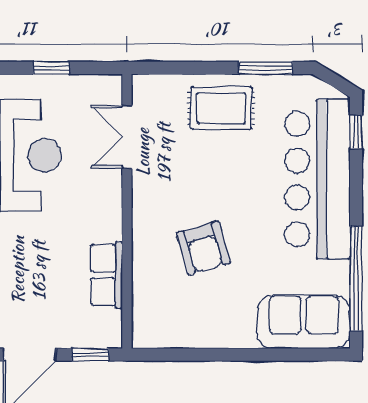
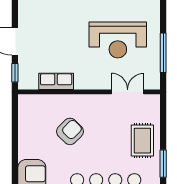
window: (51, 68) -> (163, 53), width x2.17
armchair: (203, 248) -> (70, 131), turned 151

